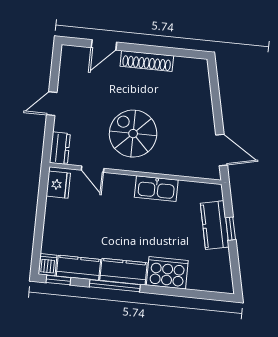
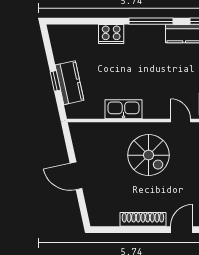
door: (222, 150) -> (76, 176), moved
kitchen counter: (124, 272) -> (145, 34), removed
cooker: (167, 273) -> (111, 34), width x0.73, depth x0.76

